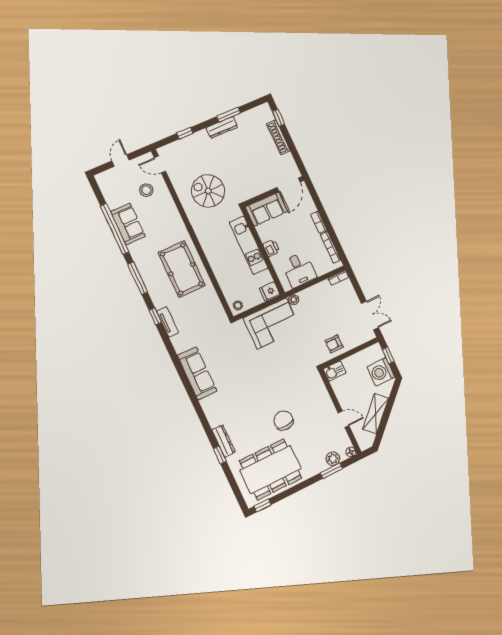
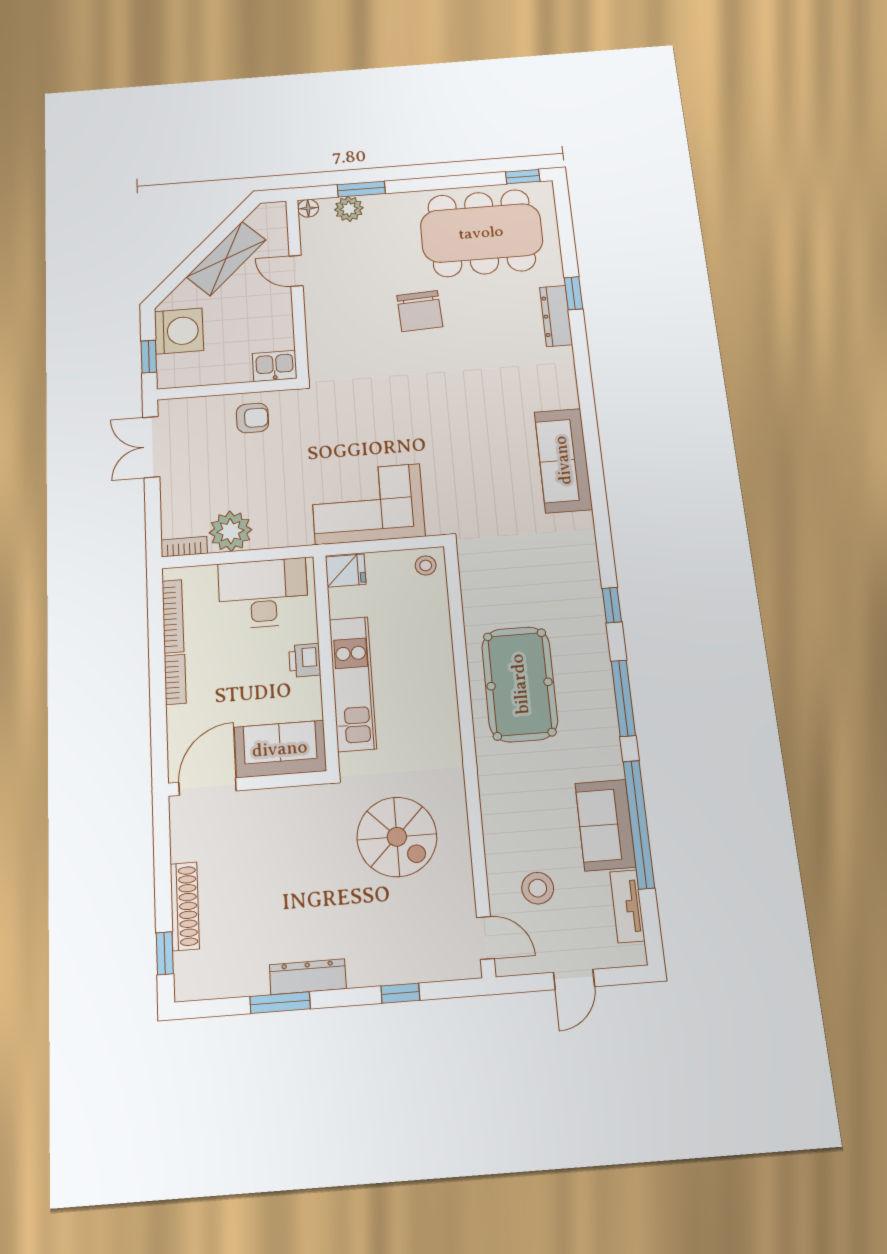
desk: (299, 270) -> (263, 593), width x1.37
plant: (294, 300) -> (231, 531), moved, width x1.88, depth x1.88
tv unit: (168, 322) -> (627, 906), moved

